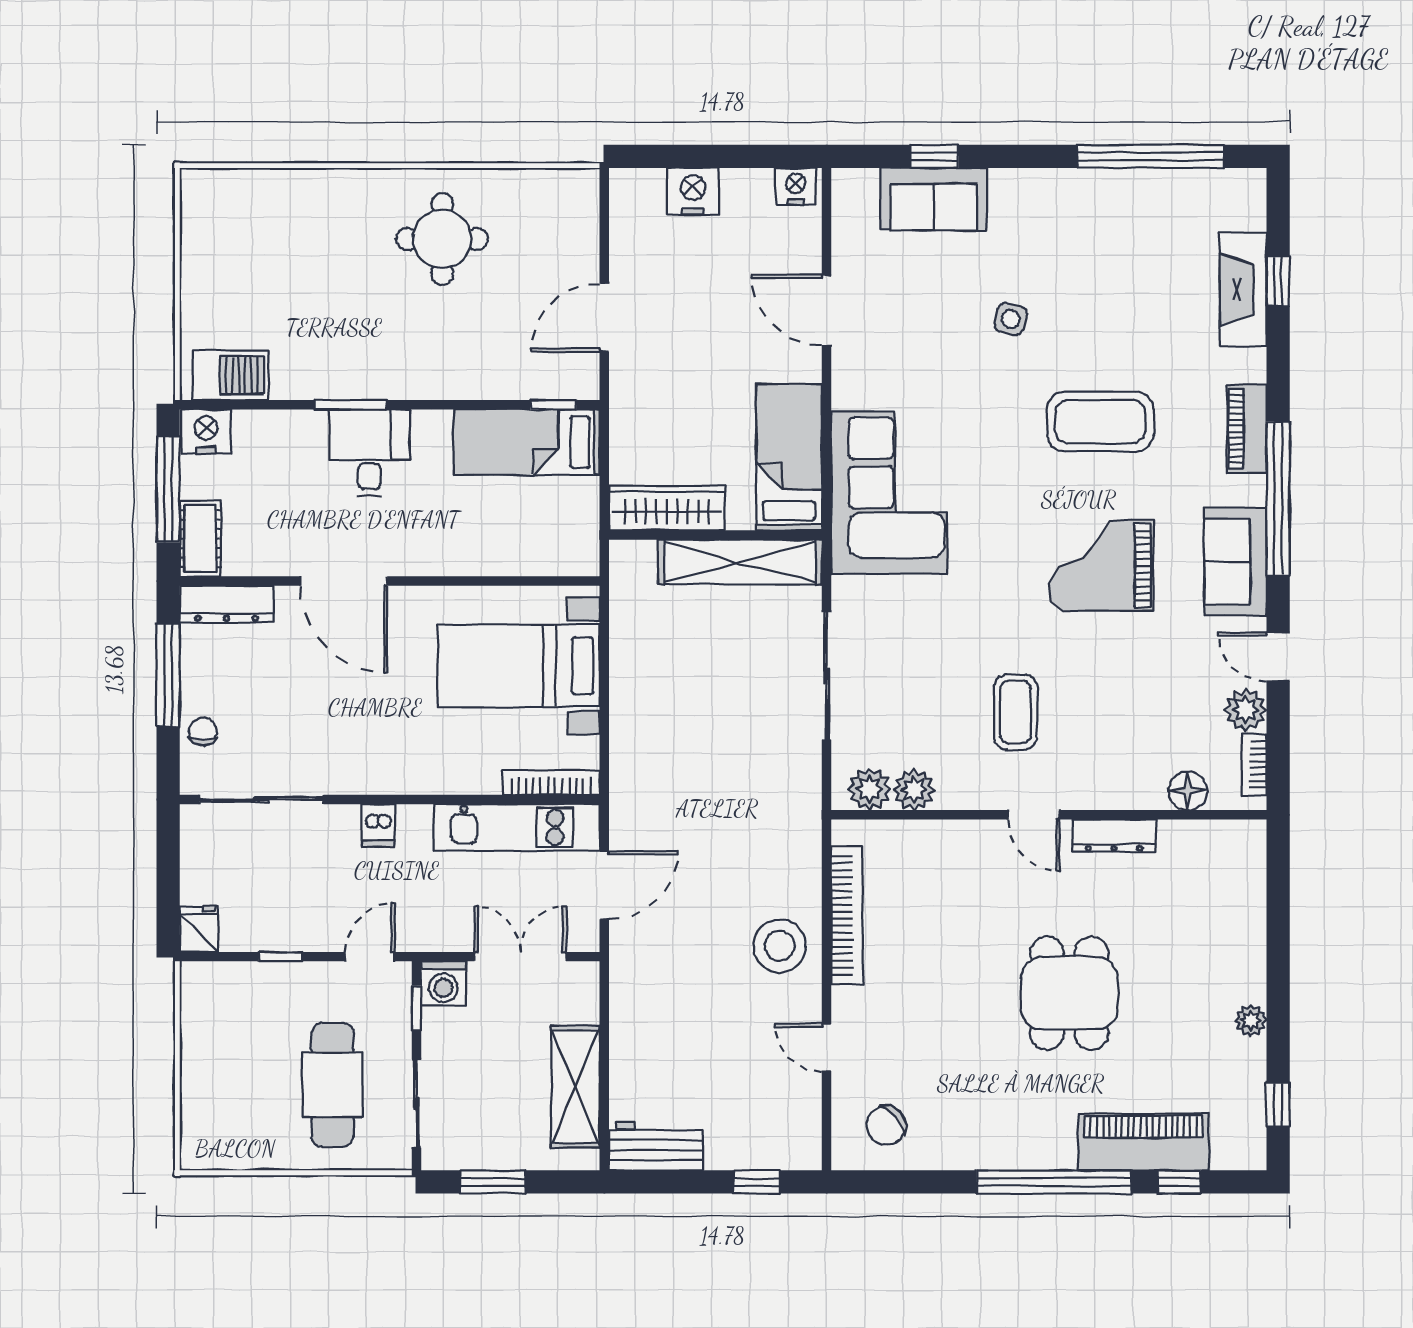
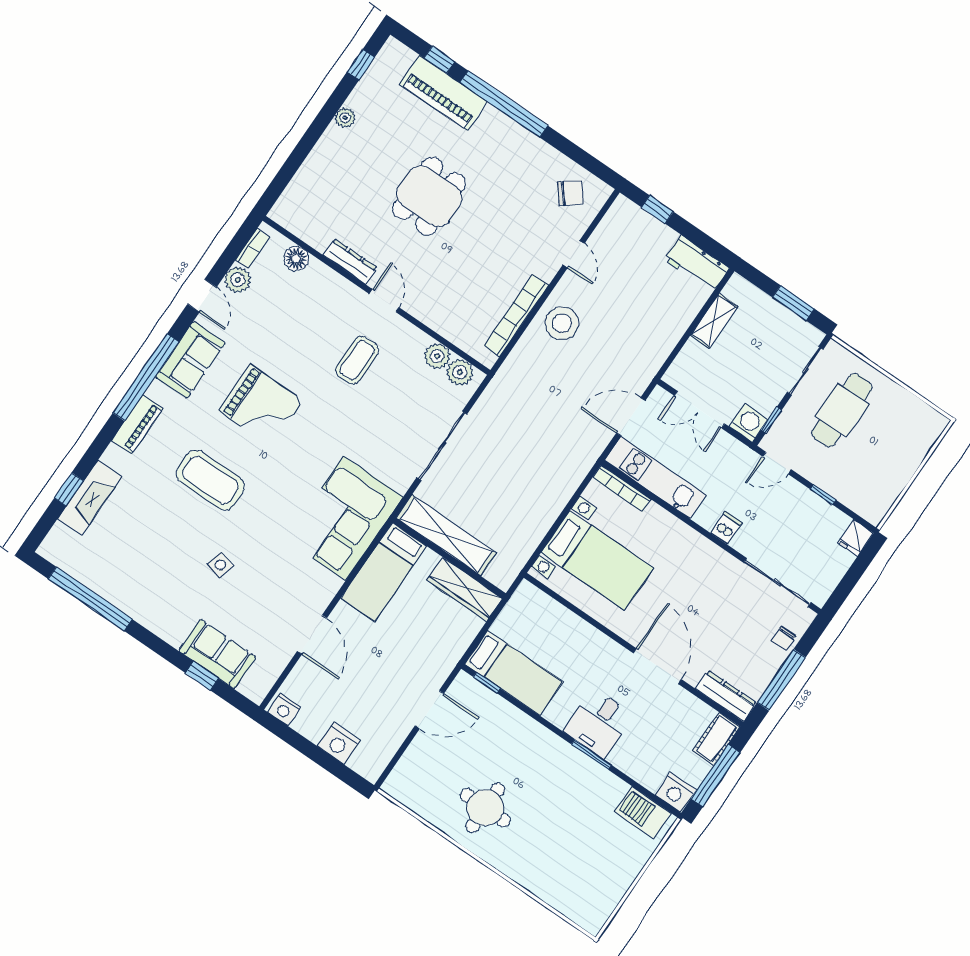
shelving: (575, 1087) -> (714, 321), width x0.67, depth x0.75

